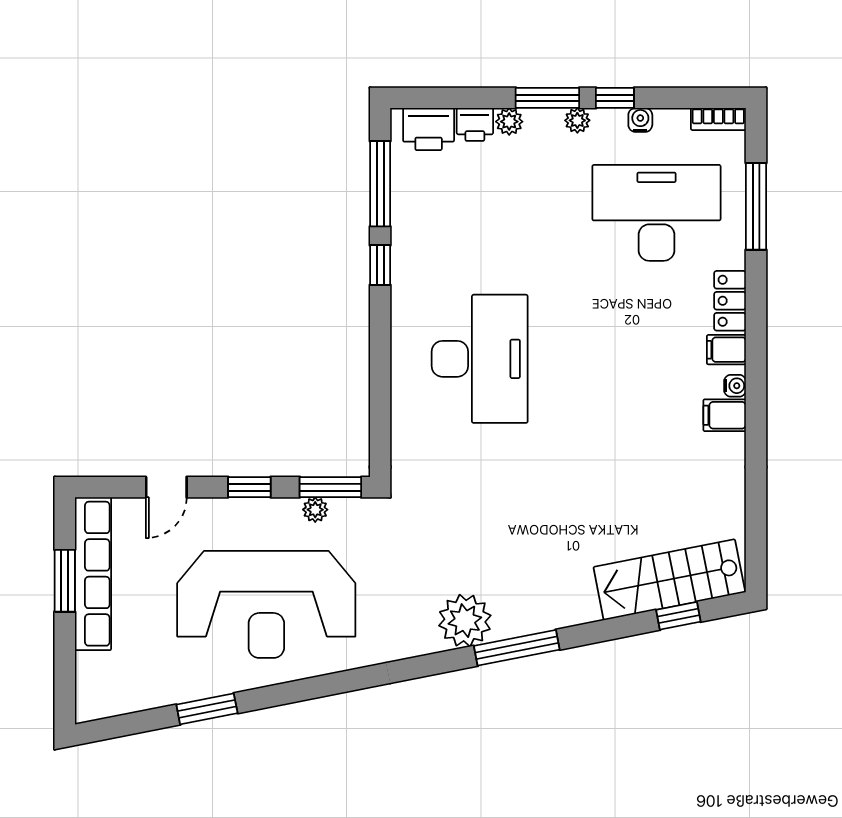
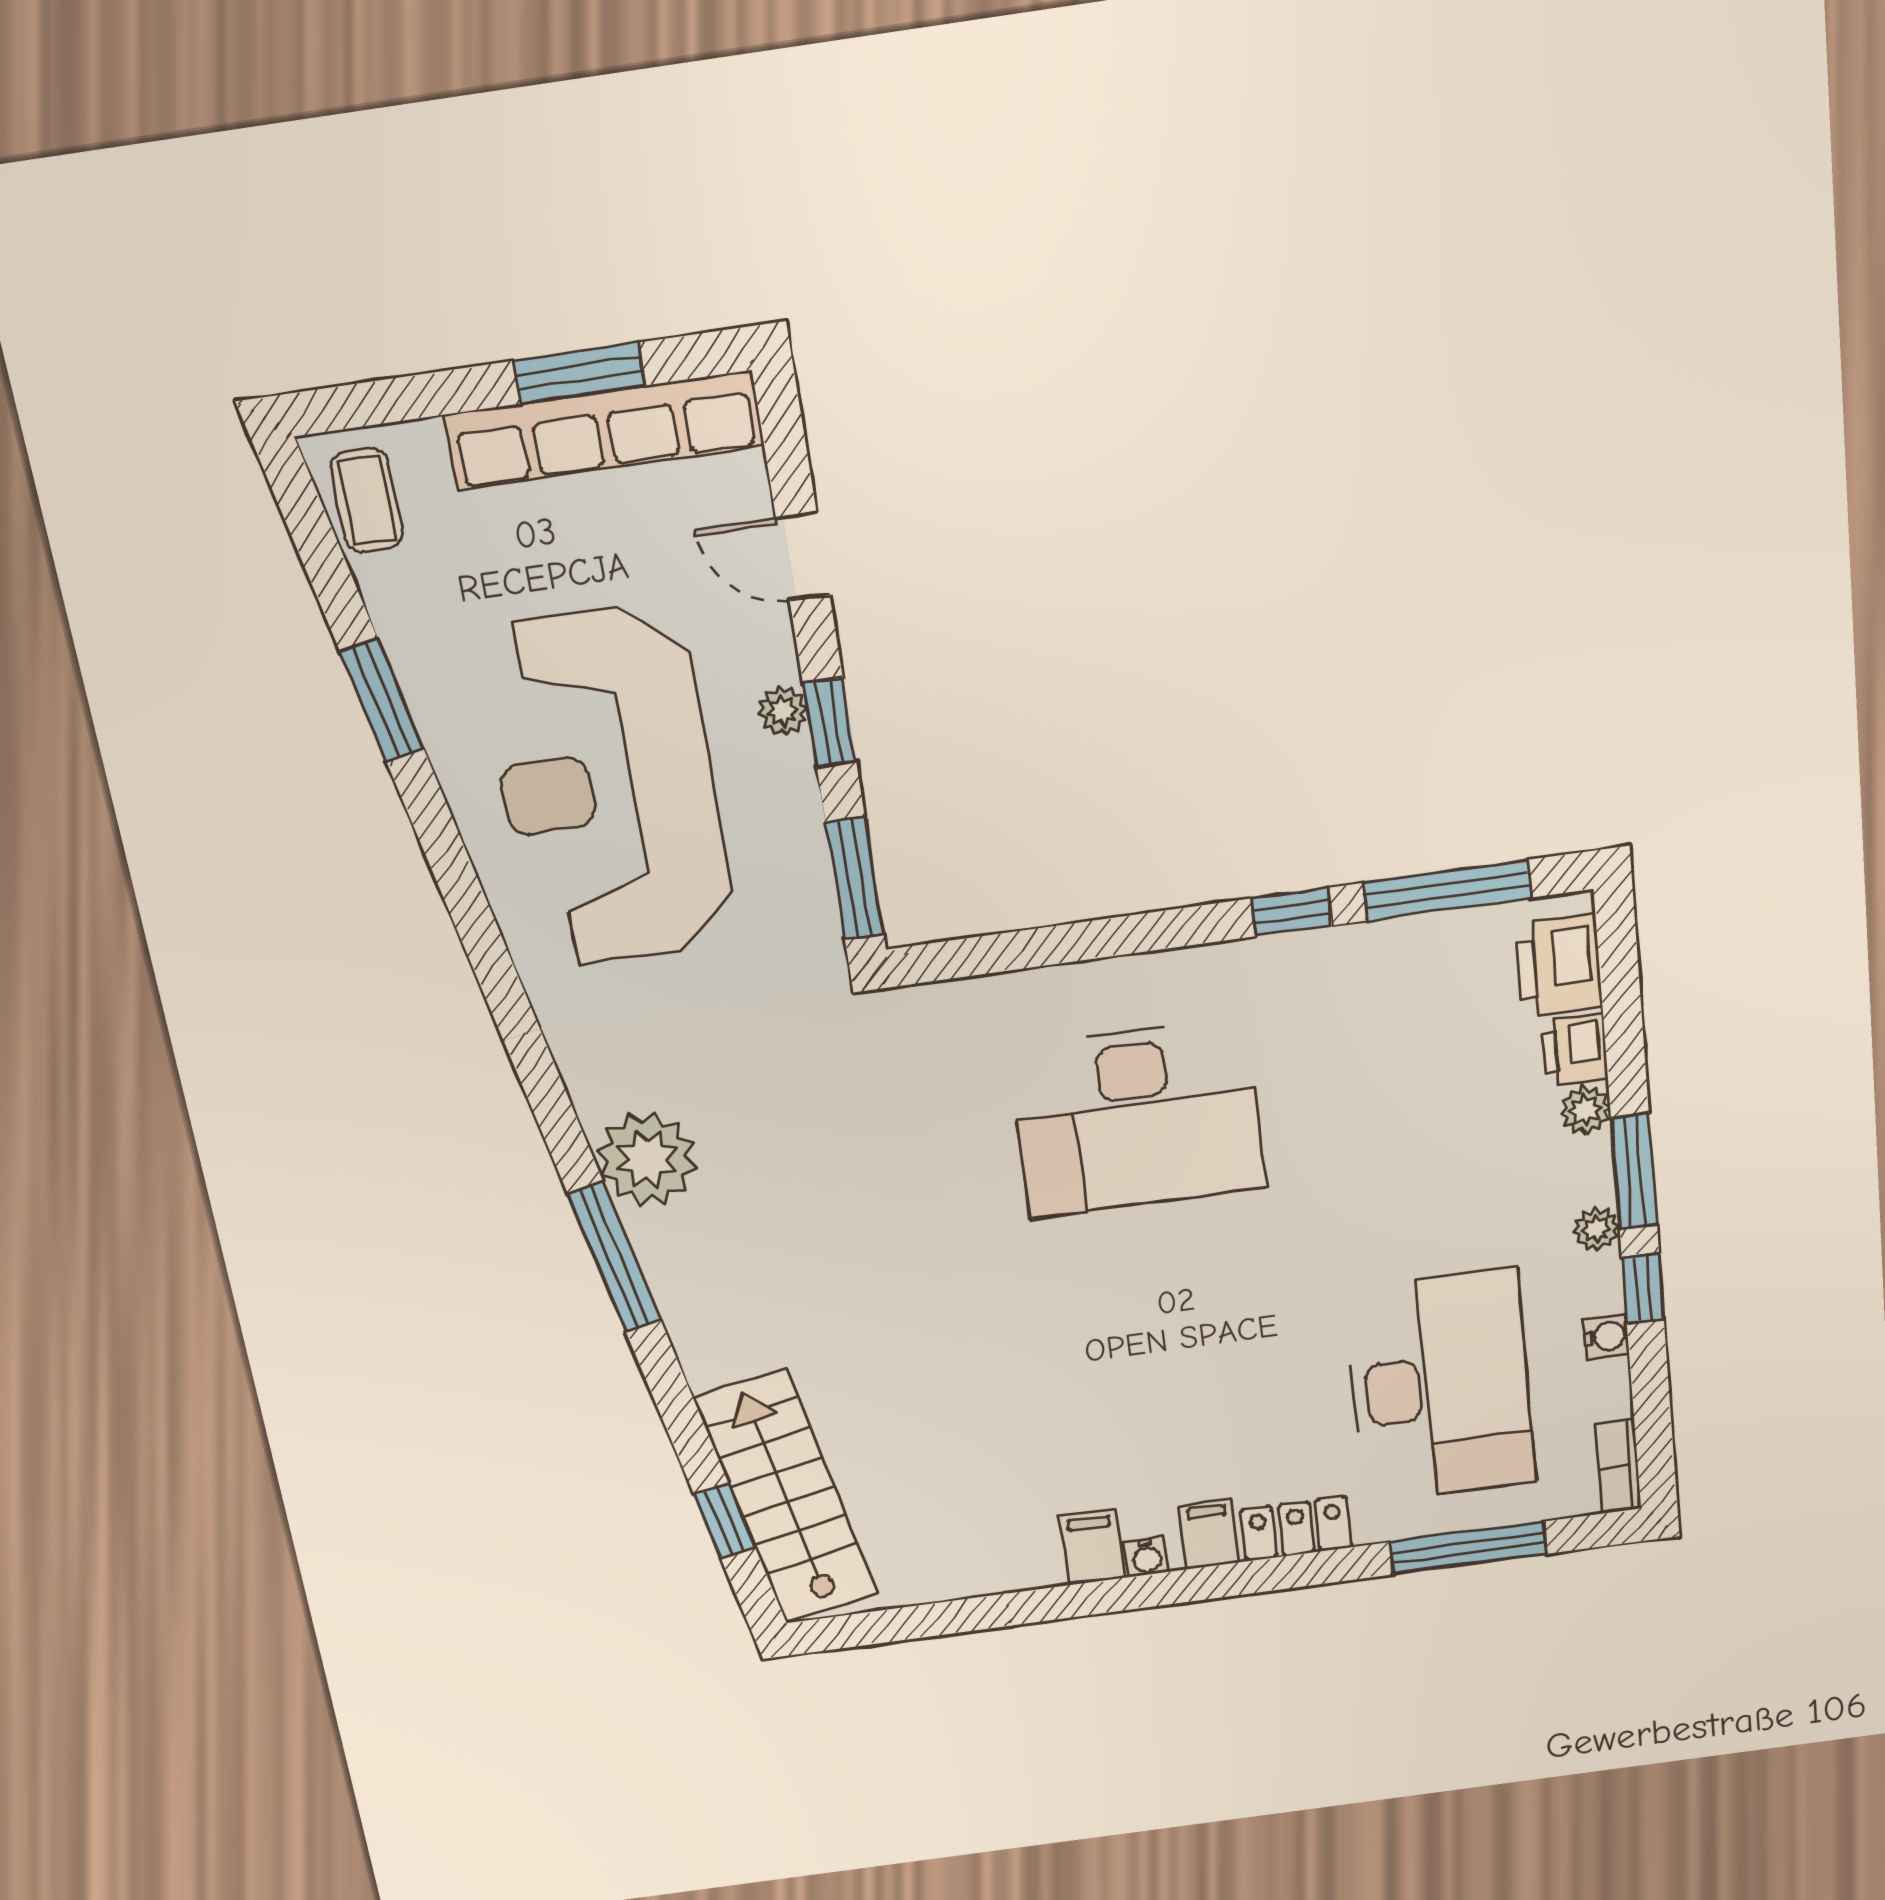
plant: (315, 510) -> (783, 711), moved
coffee table: (110, 696) -> (367, 500), added

